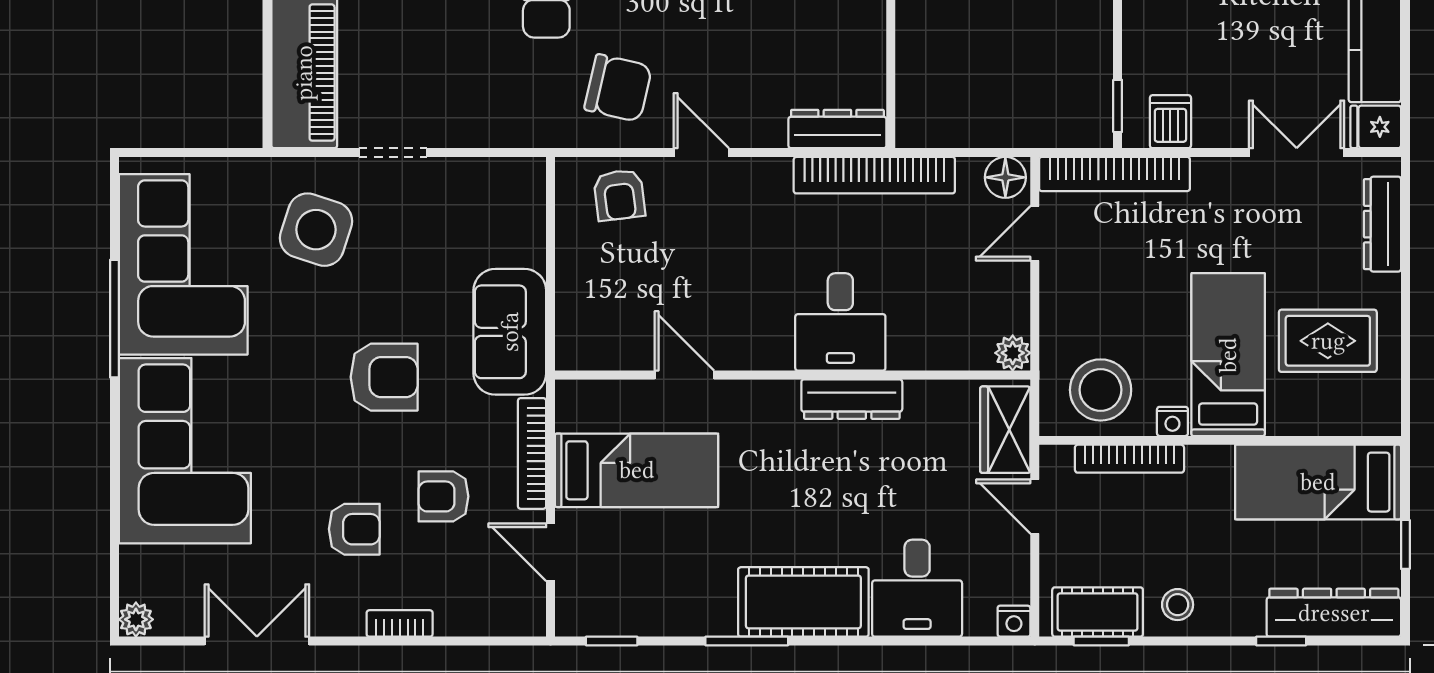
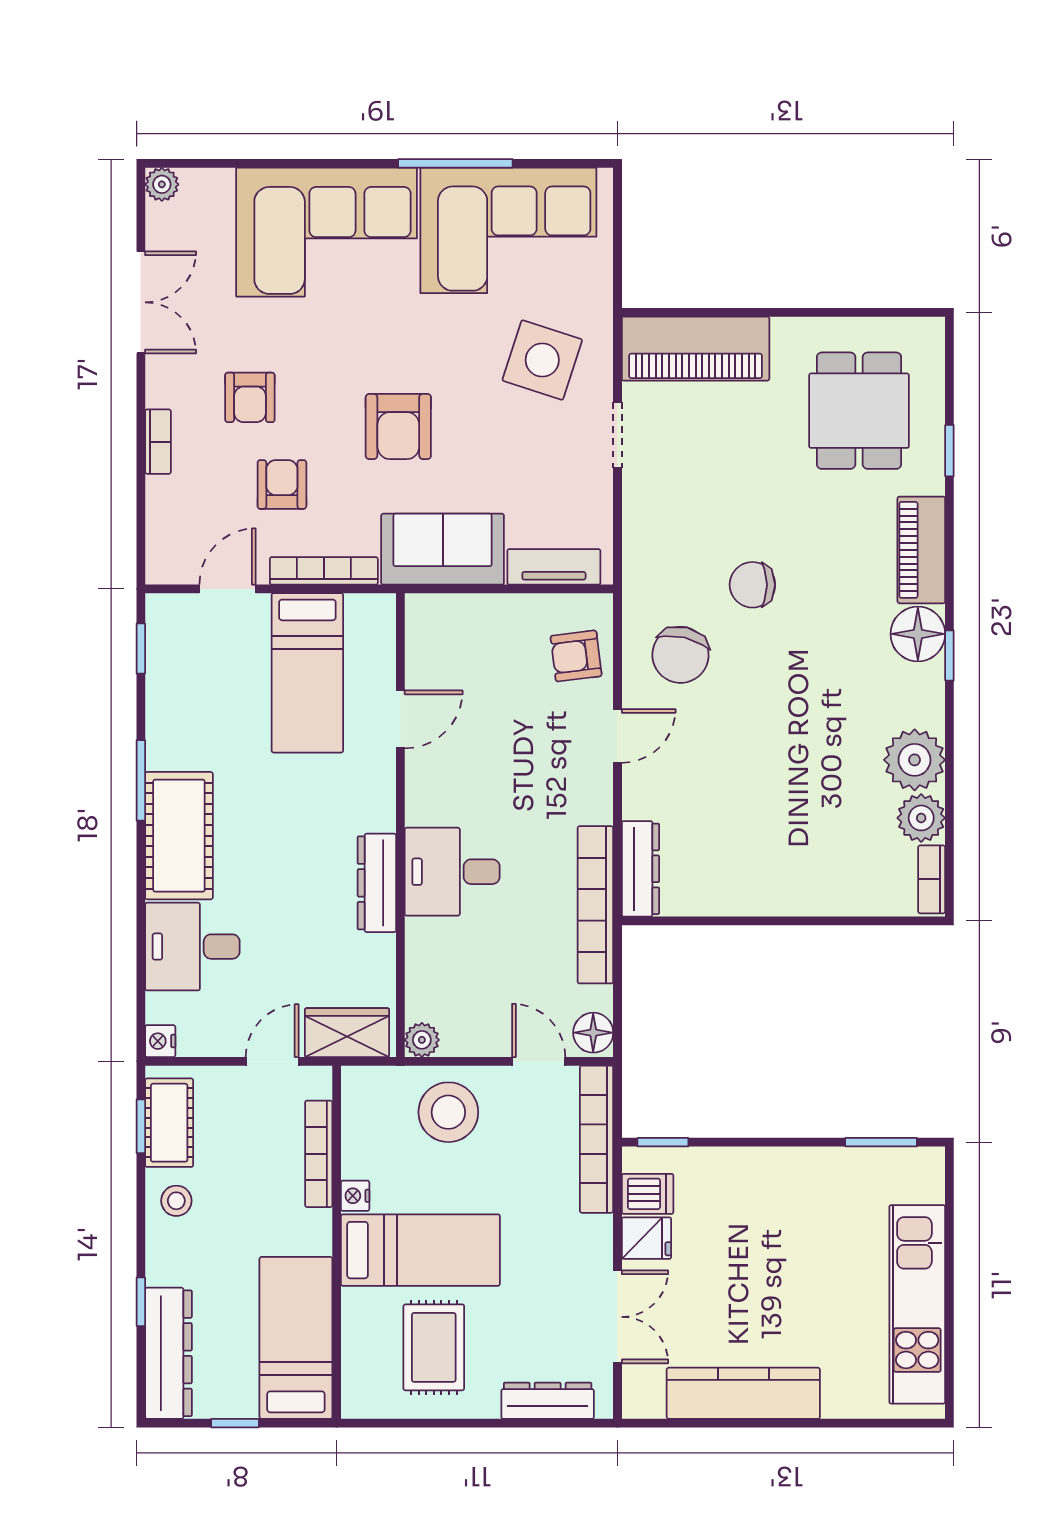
fridge: (1376, 127) -> (646, 1238), moved, turned 90
tv unit: (528, 218) -> (554, 567), added
stool: (1101, 390) -> (448, 1112), moved

